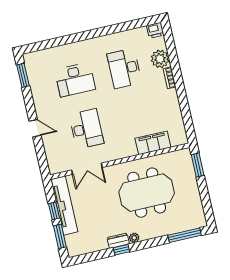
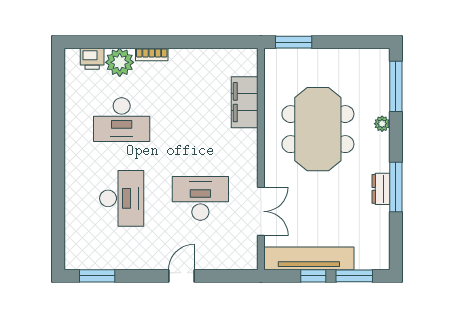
printer: (155, 30) -> (92, 59), moved, turned 90
plant: (134, 238) -> (382, 124), moved
window: (122, 250) -> (396, 187), width x2.17

